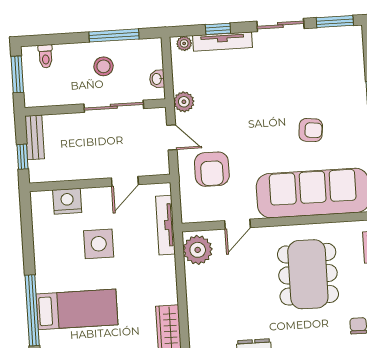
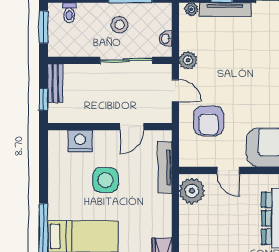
door: (237, 224) -> (228, 170), hinge flipped

